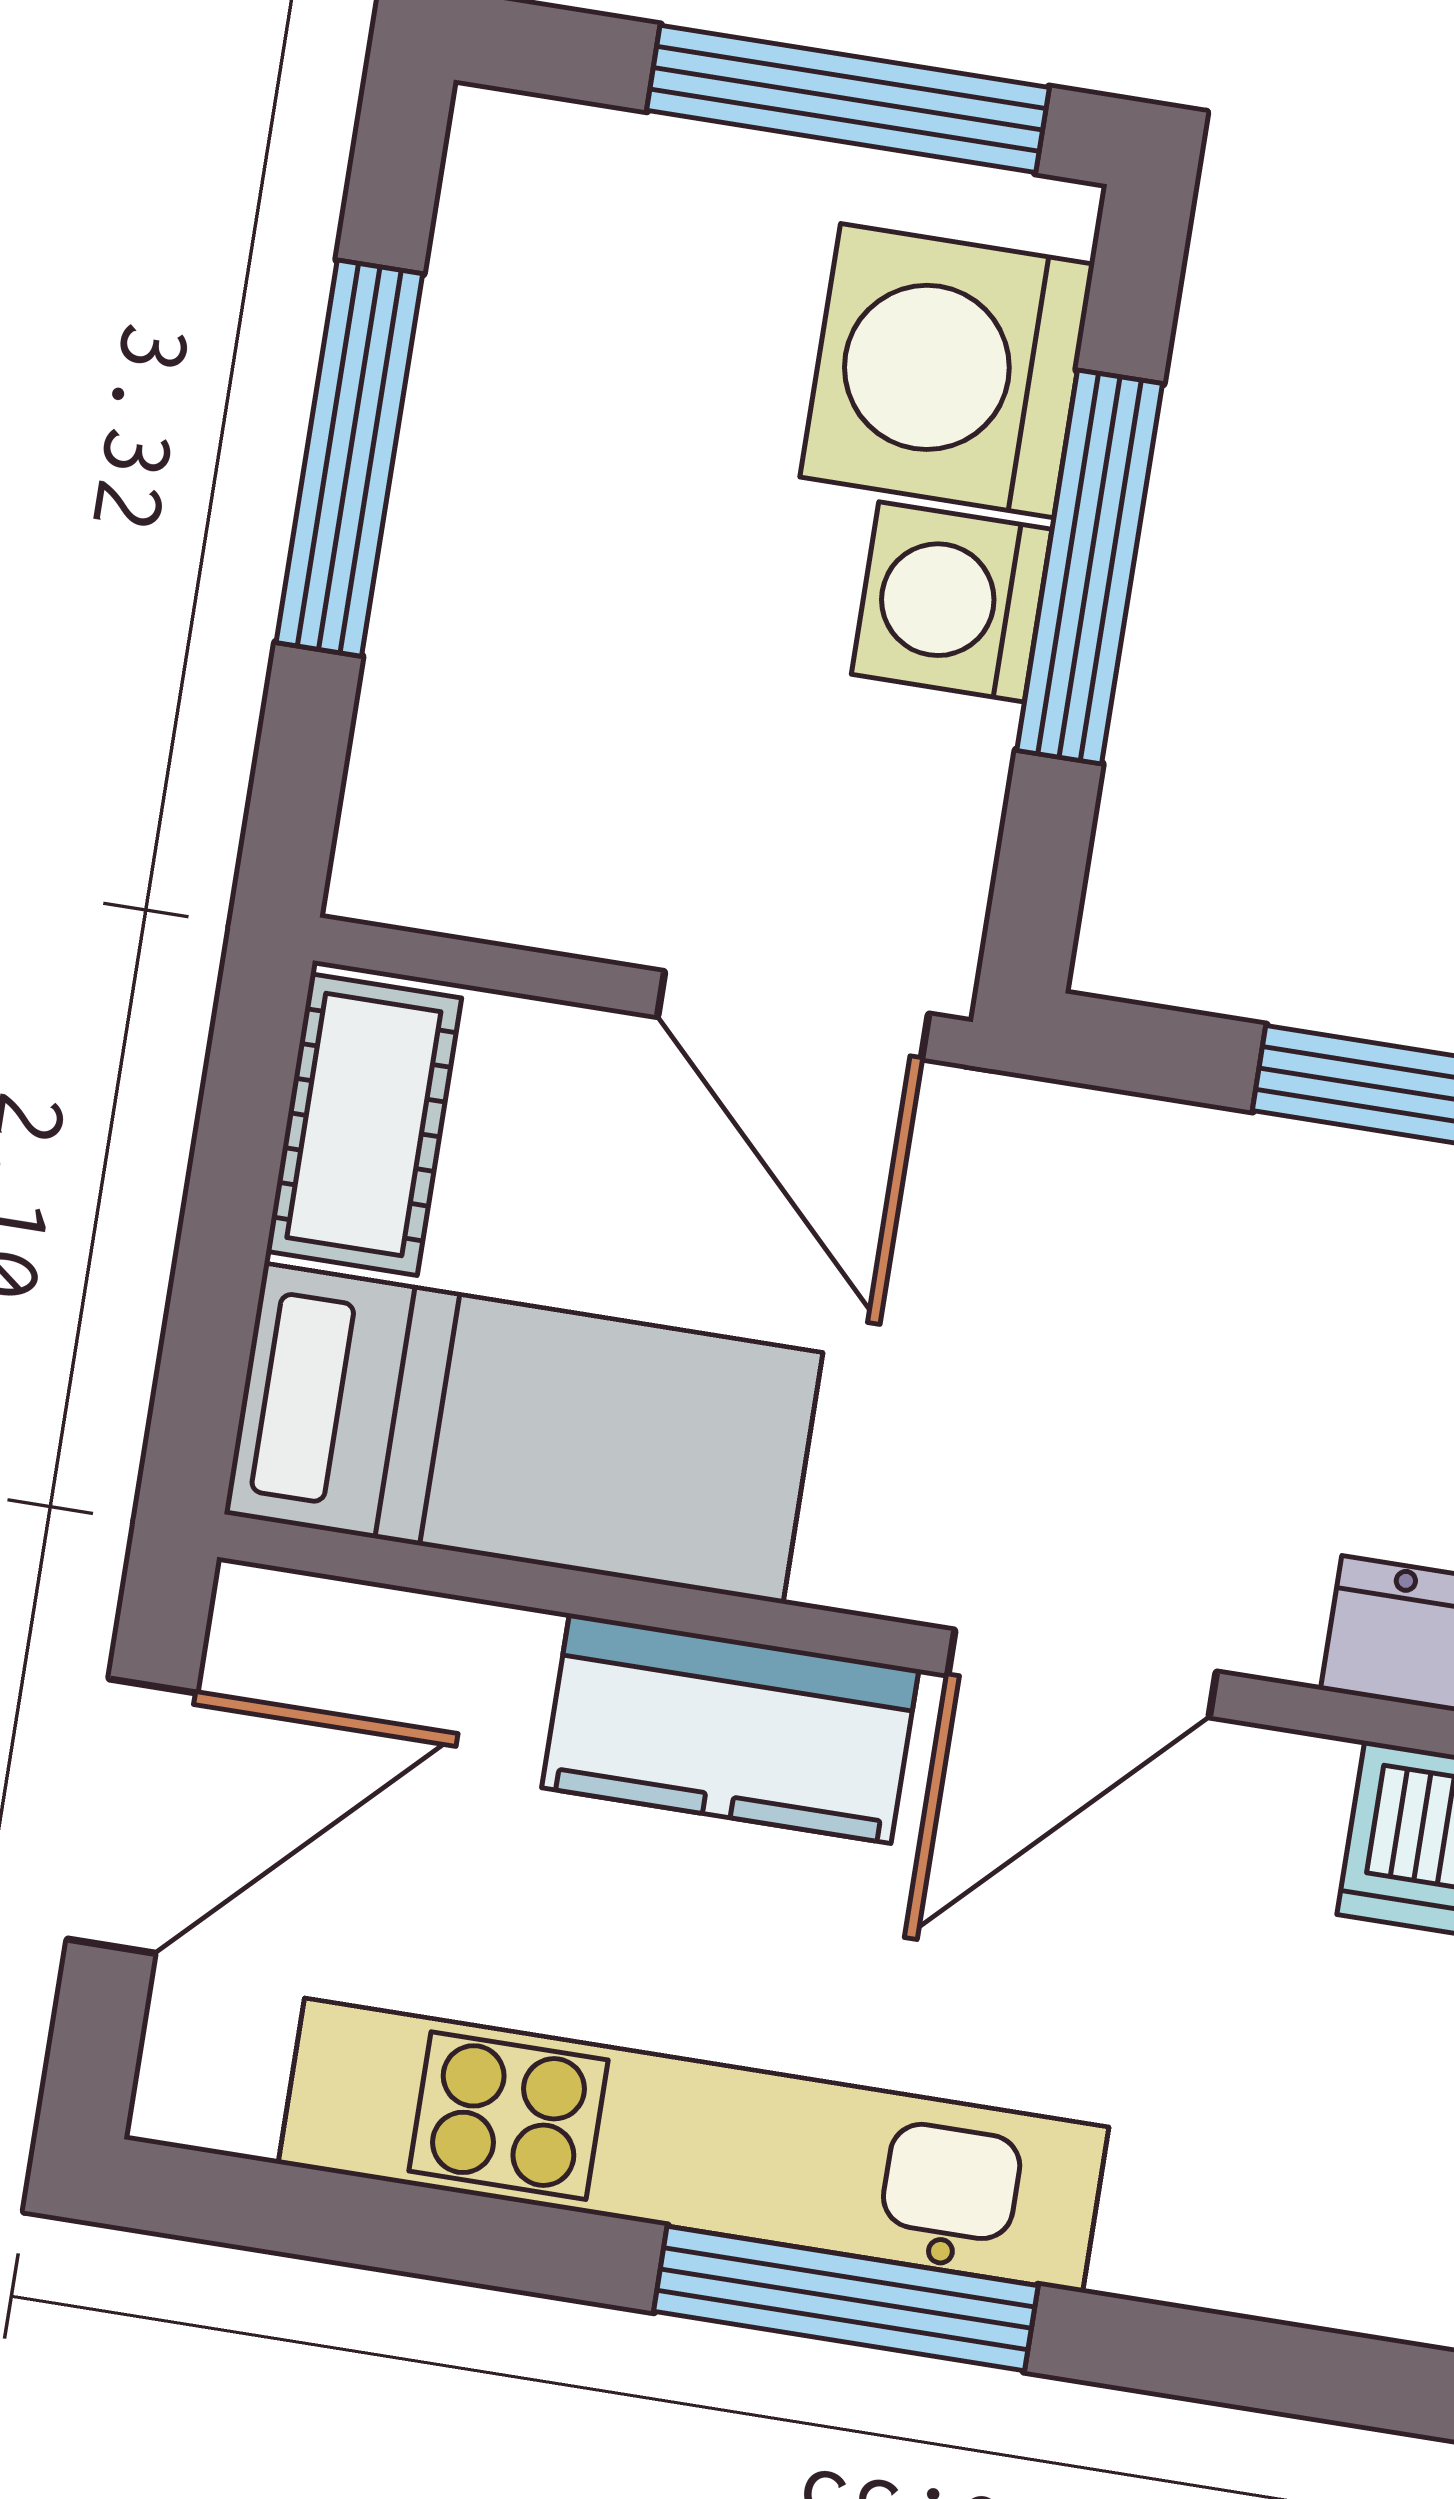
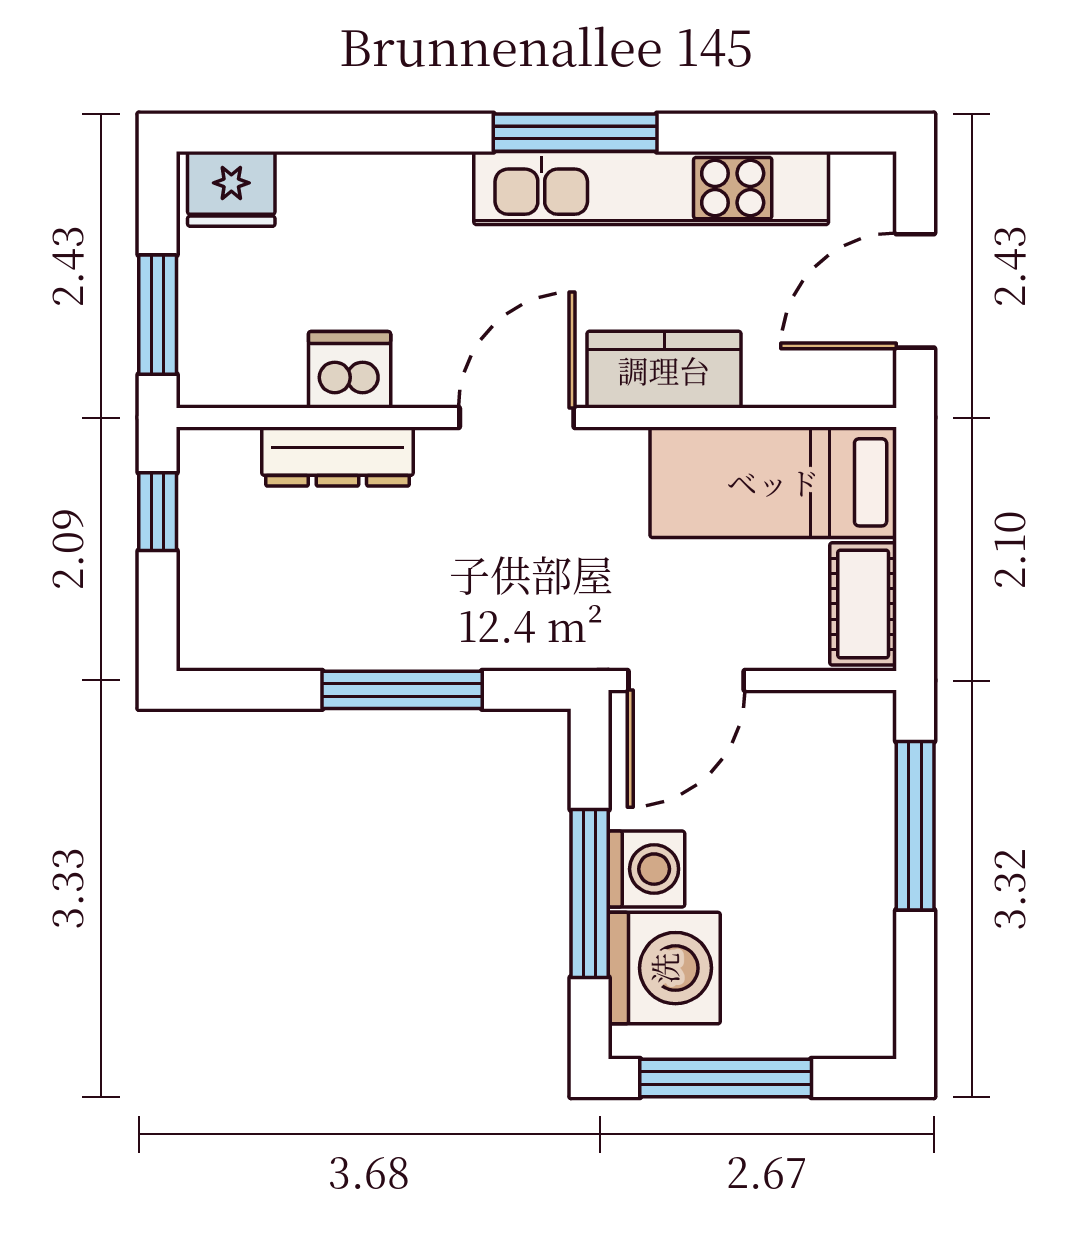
window: (349, 458) -> (915, 826), moved
door: (793, 1015) -> (686, 680), swing flipped

